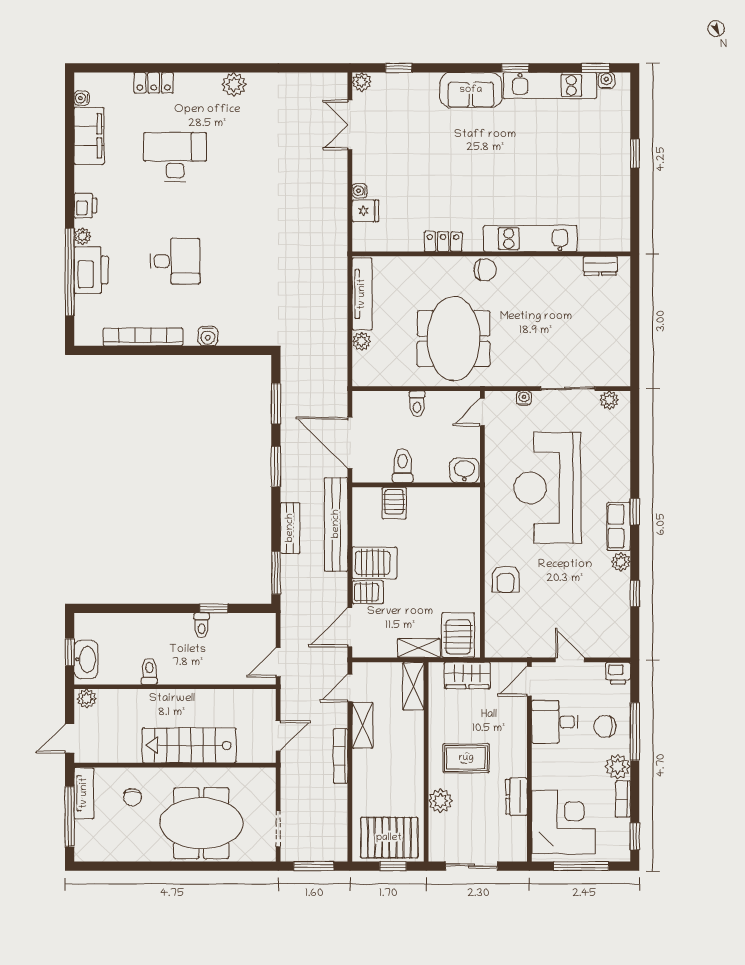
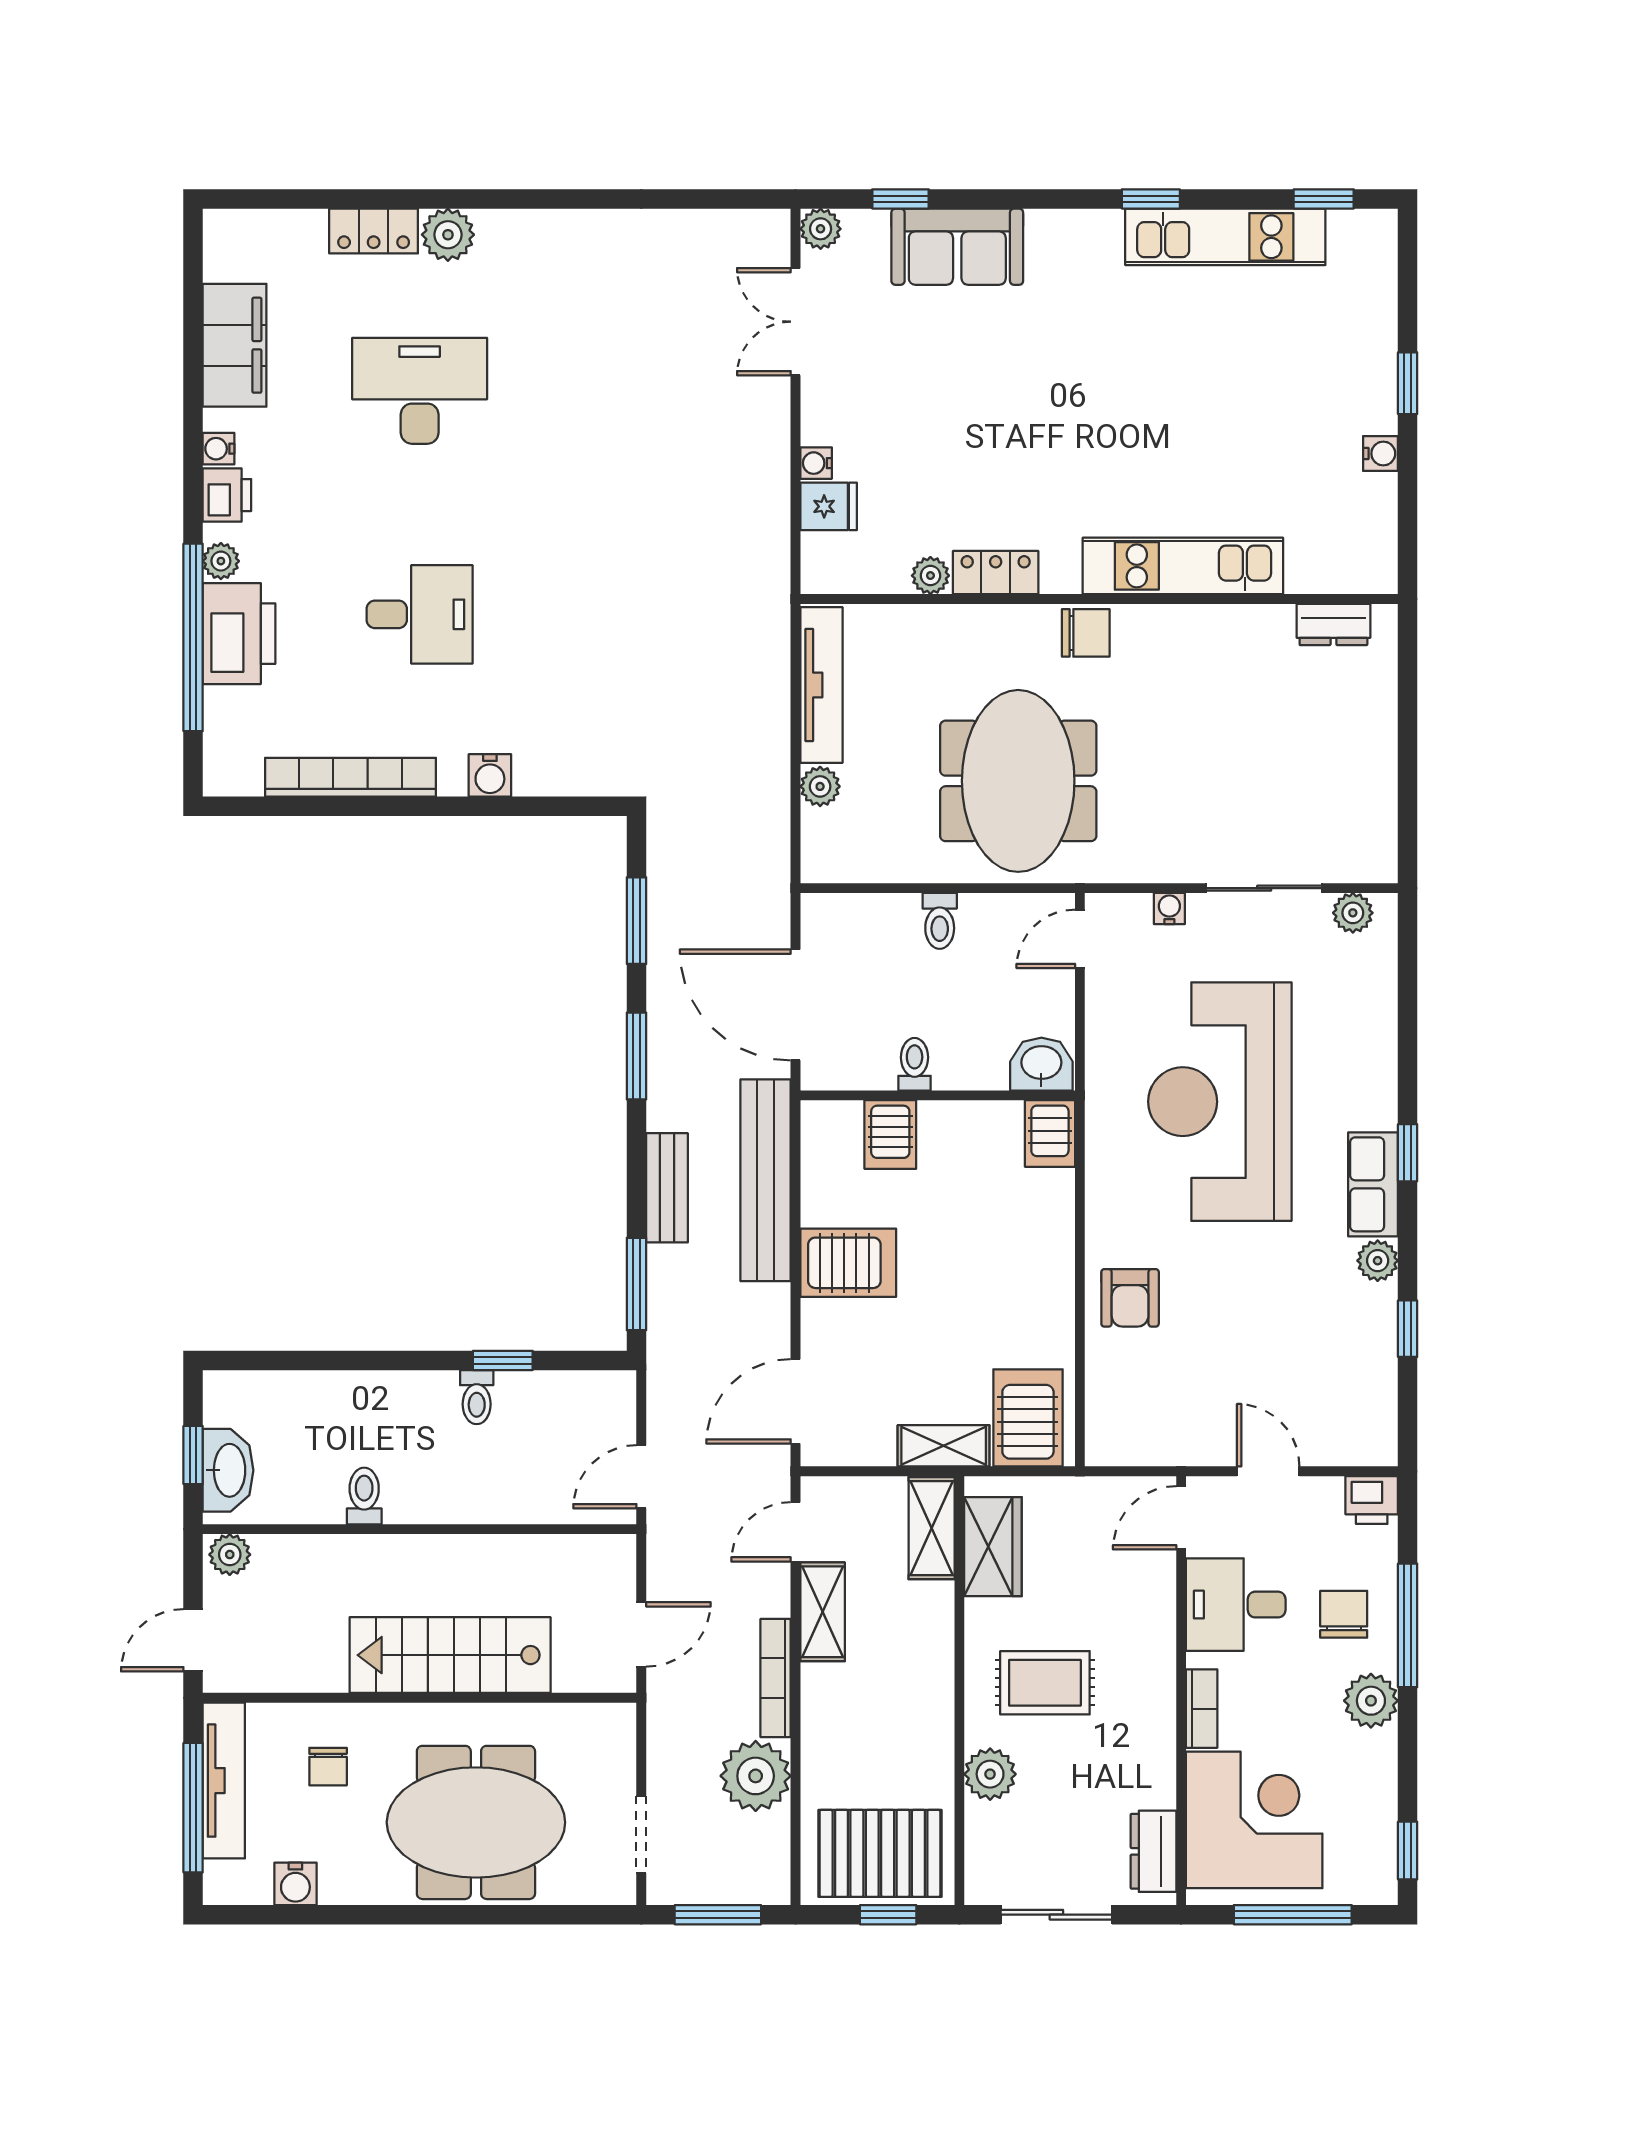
water cooler: (606, 80) -> (1380, 454), moved, turned 90
plant: (234, 85) -> (448, 235), moved
sofa: (471, 90) -> (957, 247), moved
water cooler: (82, 98) -> (219, 449), moved
plant: (413, 243) -> (930, 576), added
toilet: (403, 466) -> (915, 1064), width x0.73, depth x0.72
server rack: (368, 592) -> (1050, 1133), moved, turned 90
wardrobe: (467, 675) -> (993, 1547), moved, turned -90
chair: (605, 726) -> (1344, 1614), turned 90
tv unit: (84, 793) -> (224, 1781), width x1.41
dresser: (516, 797) -> (1153, 1851), moved
bookcase: (623, 799) -> (1202, 1709), moved, turned 180
plant: (331, 802) -> (756, 1776), added
water cooler: (117, 852) -> (295, 1884), added

